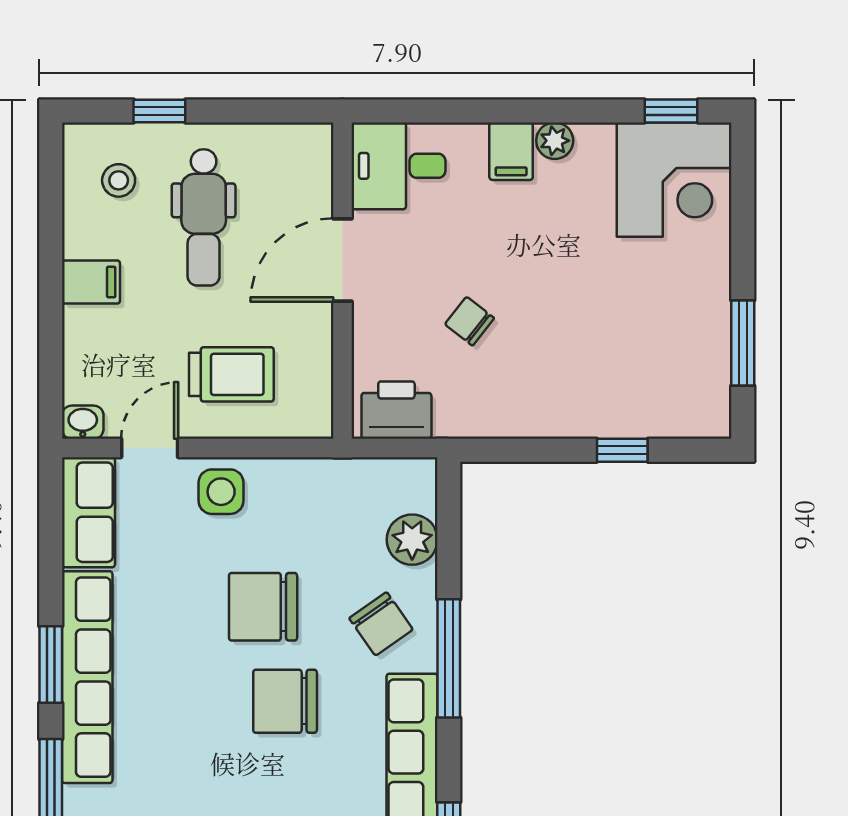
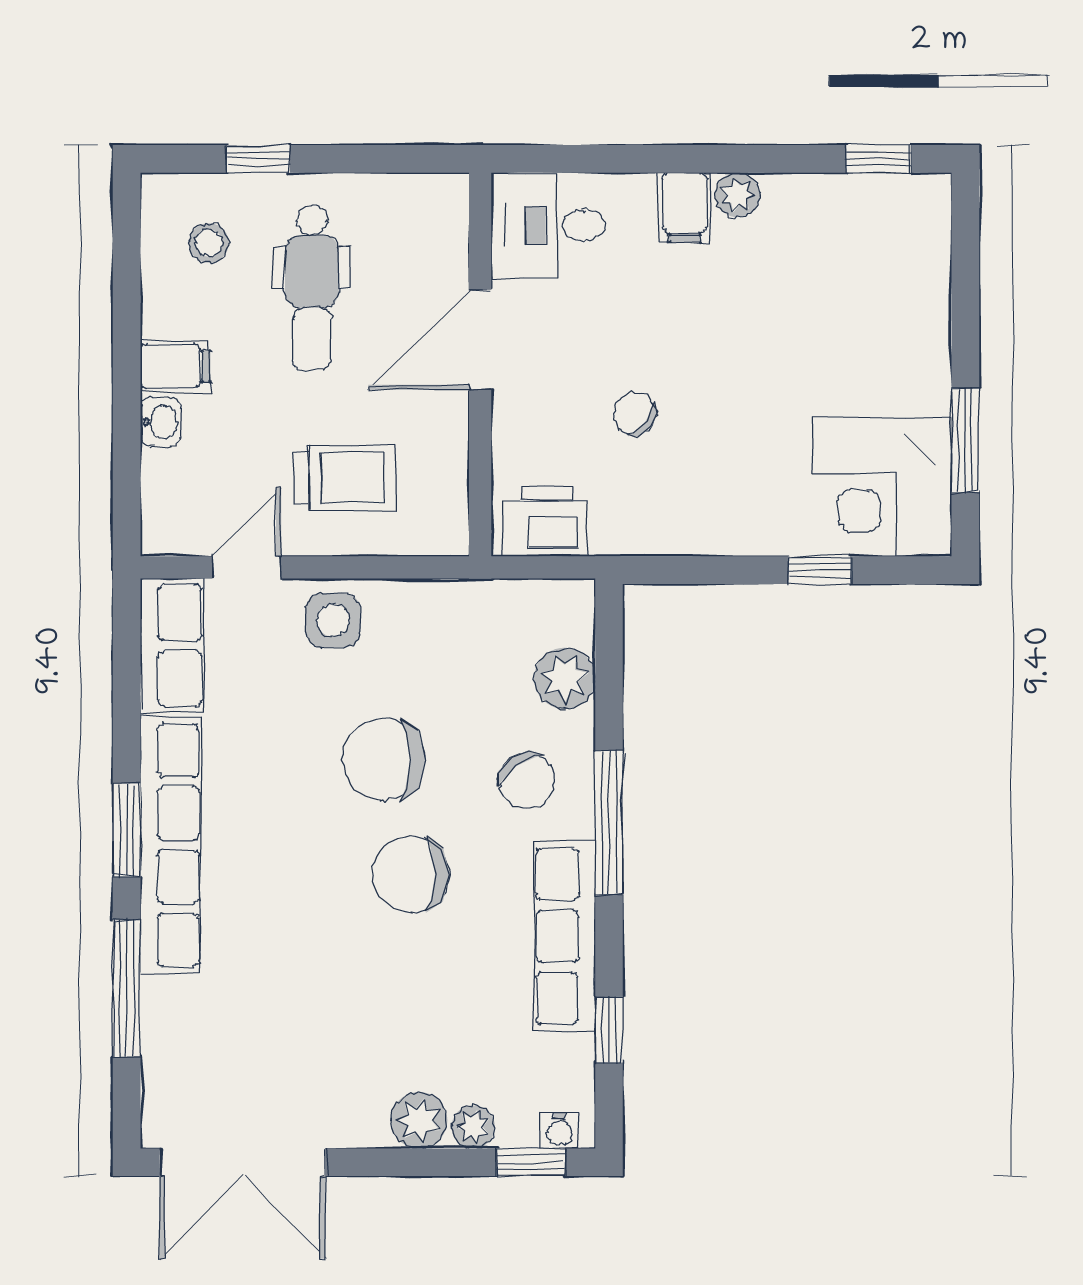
corner desk: (674, 180) -> (882, 487), moved, turned 90
washbasin: (83, 422) -> (161, 422), moved, turned 90

